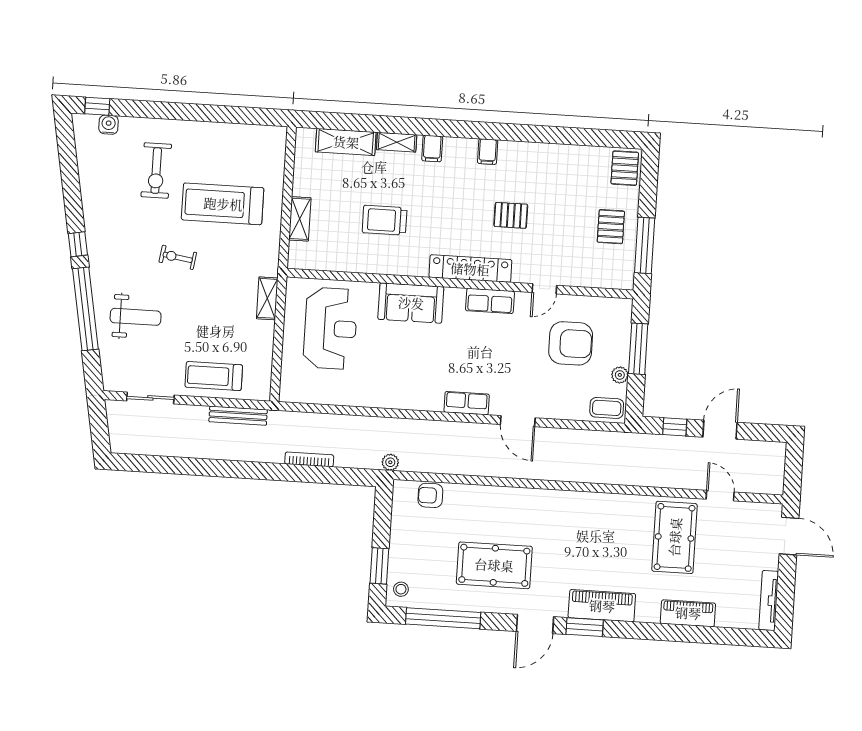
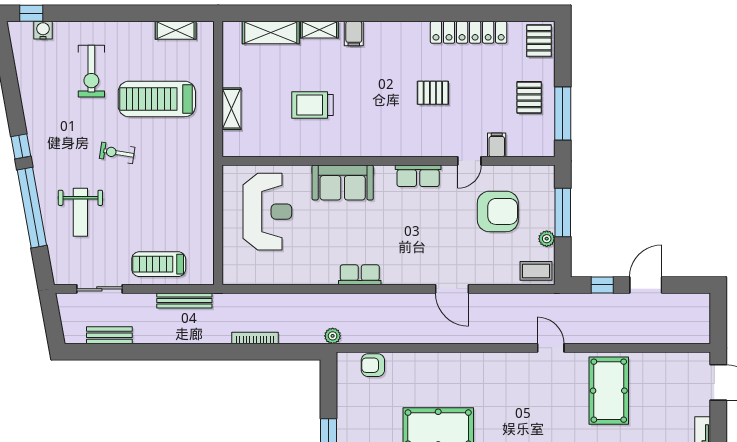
filing cabinet: (488, 152) -> (497, 145), moved, turned 180
locker: (470, 269) -> (469, 32), moved, turned 180
shelving: (267, 298) -> (176, 30), moved, turned 90
weight bench: (136, 317) -> (80, 212), turned 90
row of seats: (467, 403) -> (360, 275), moved
bench: (158, 447) -> (109, 335), added
door: (720, 496) -> (551, 348), moved

